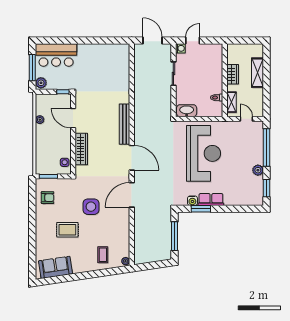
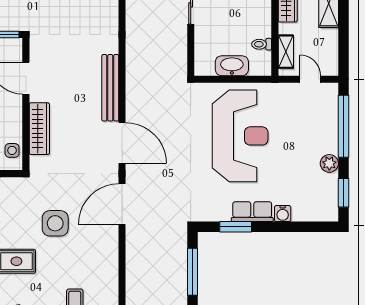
washbasin: (187, 111) -> (232, 66), moved
water cooler: (192, 201) -> (283, 214), moved

